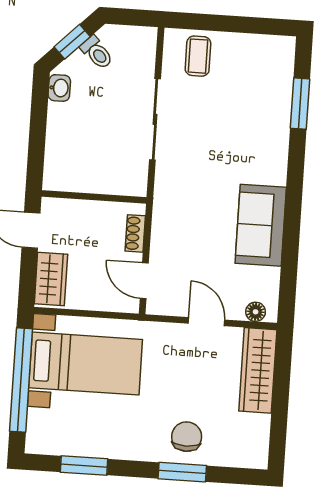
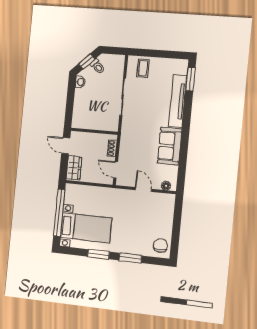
window: (300, 104) -> (190, 79), moved
tv unit: (276, 127) -> (178, 101), added
bed with nightstands: (86, 364) -> (86, 228), moved
wardrobe: (258, 370) -> (166, 213), removed
chair: (187, 437) -> (160, 245), moved
window: (84, 466) -> (98, 254), moved

